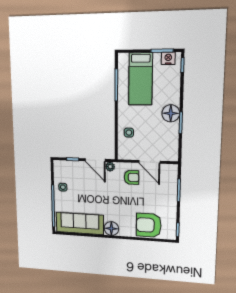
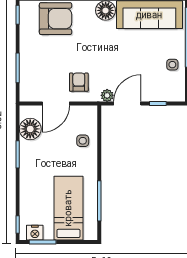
floor lamp: (171, 113) -> (30, 129), moved
door: (95, 160) -> (127, 104), hinge flipped
door: (149, 162) -> (56, 104), swing flipped
armchair: (132, 177) -> (79, 82), turned 90

